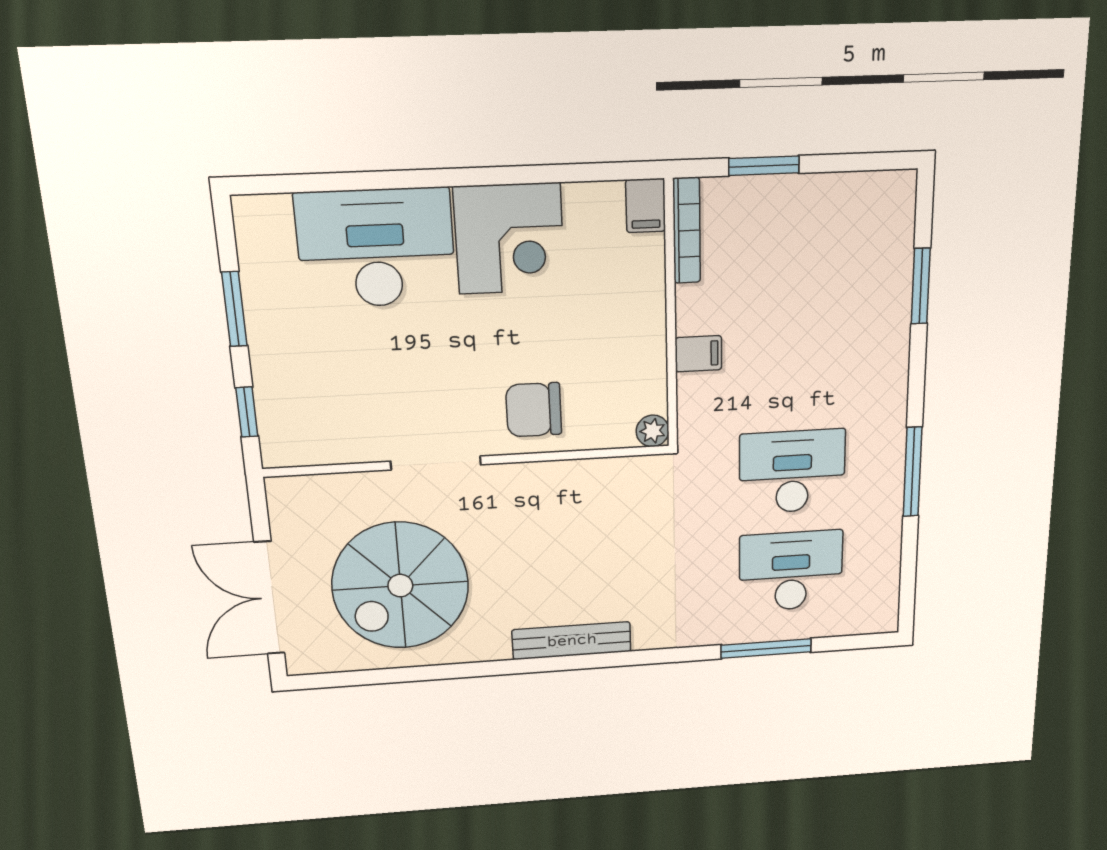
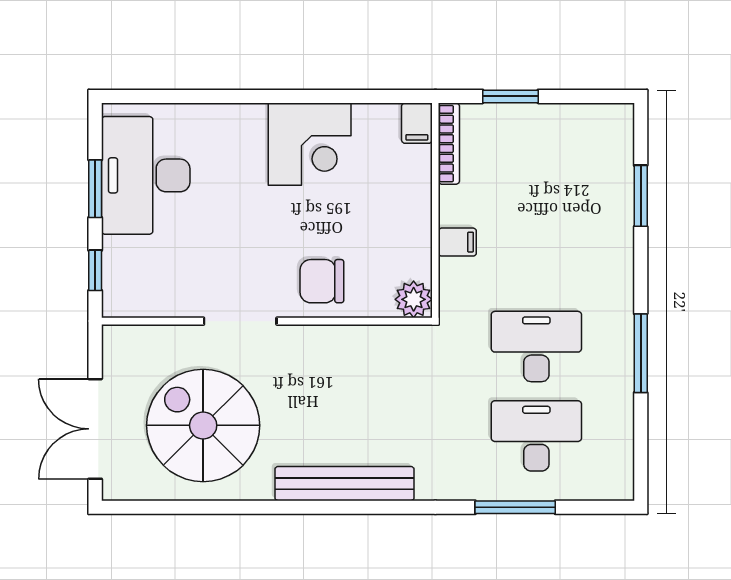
desk: (376, 248) -> (146, 175), moved, turned -90
plant: (653, 431) -> (414, 299), width x1.38, depth x1.38
spiral stairs: (400, 586) -> (203, 425), turned 90
bench: (572, 641) -> (345, 484), width x1.37, depth x1.21

